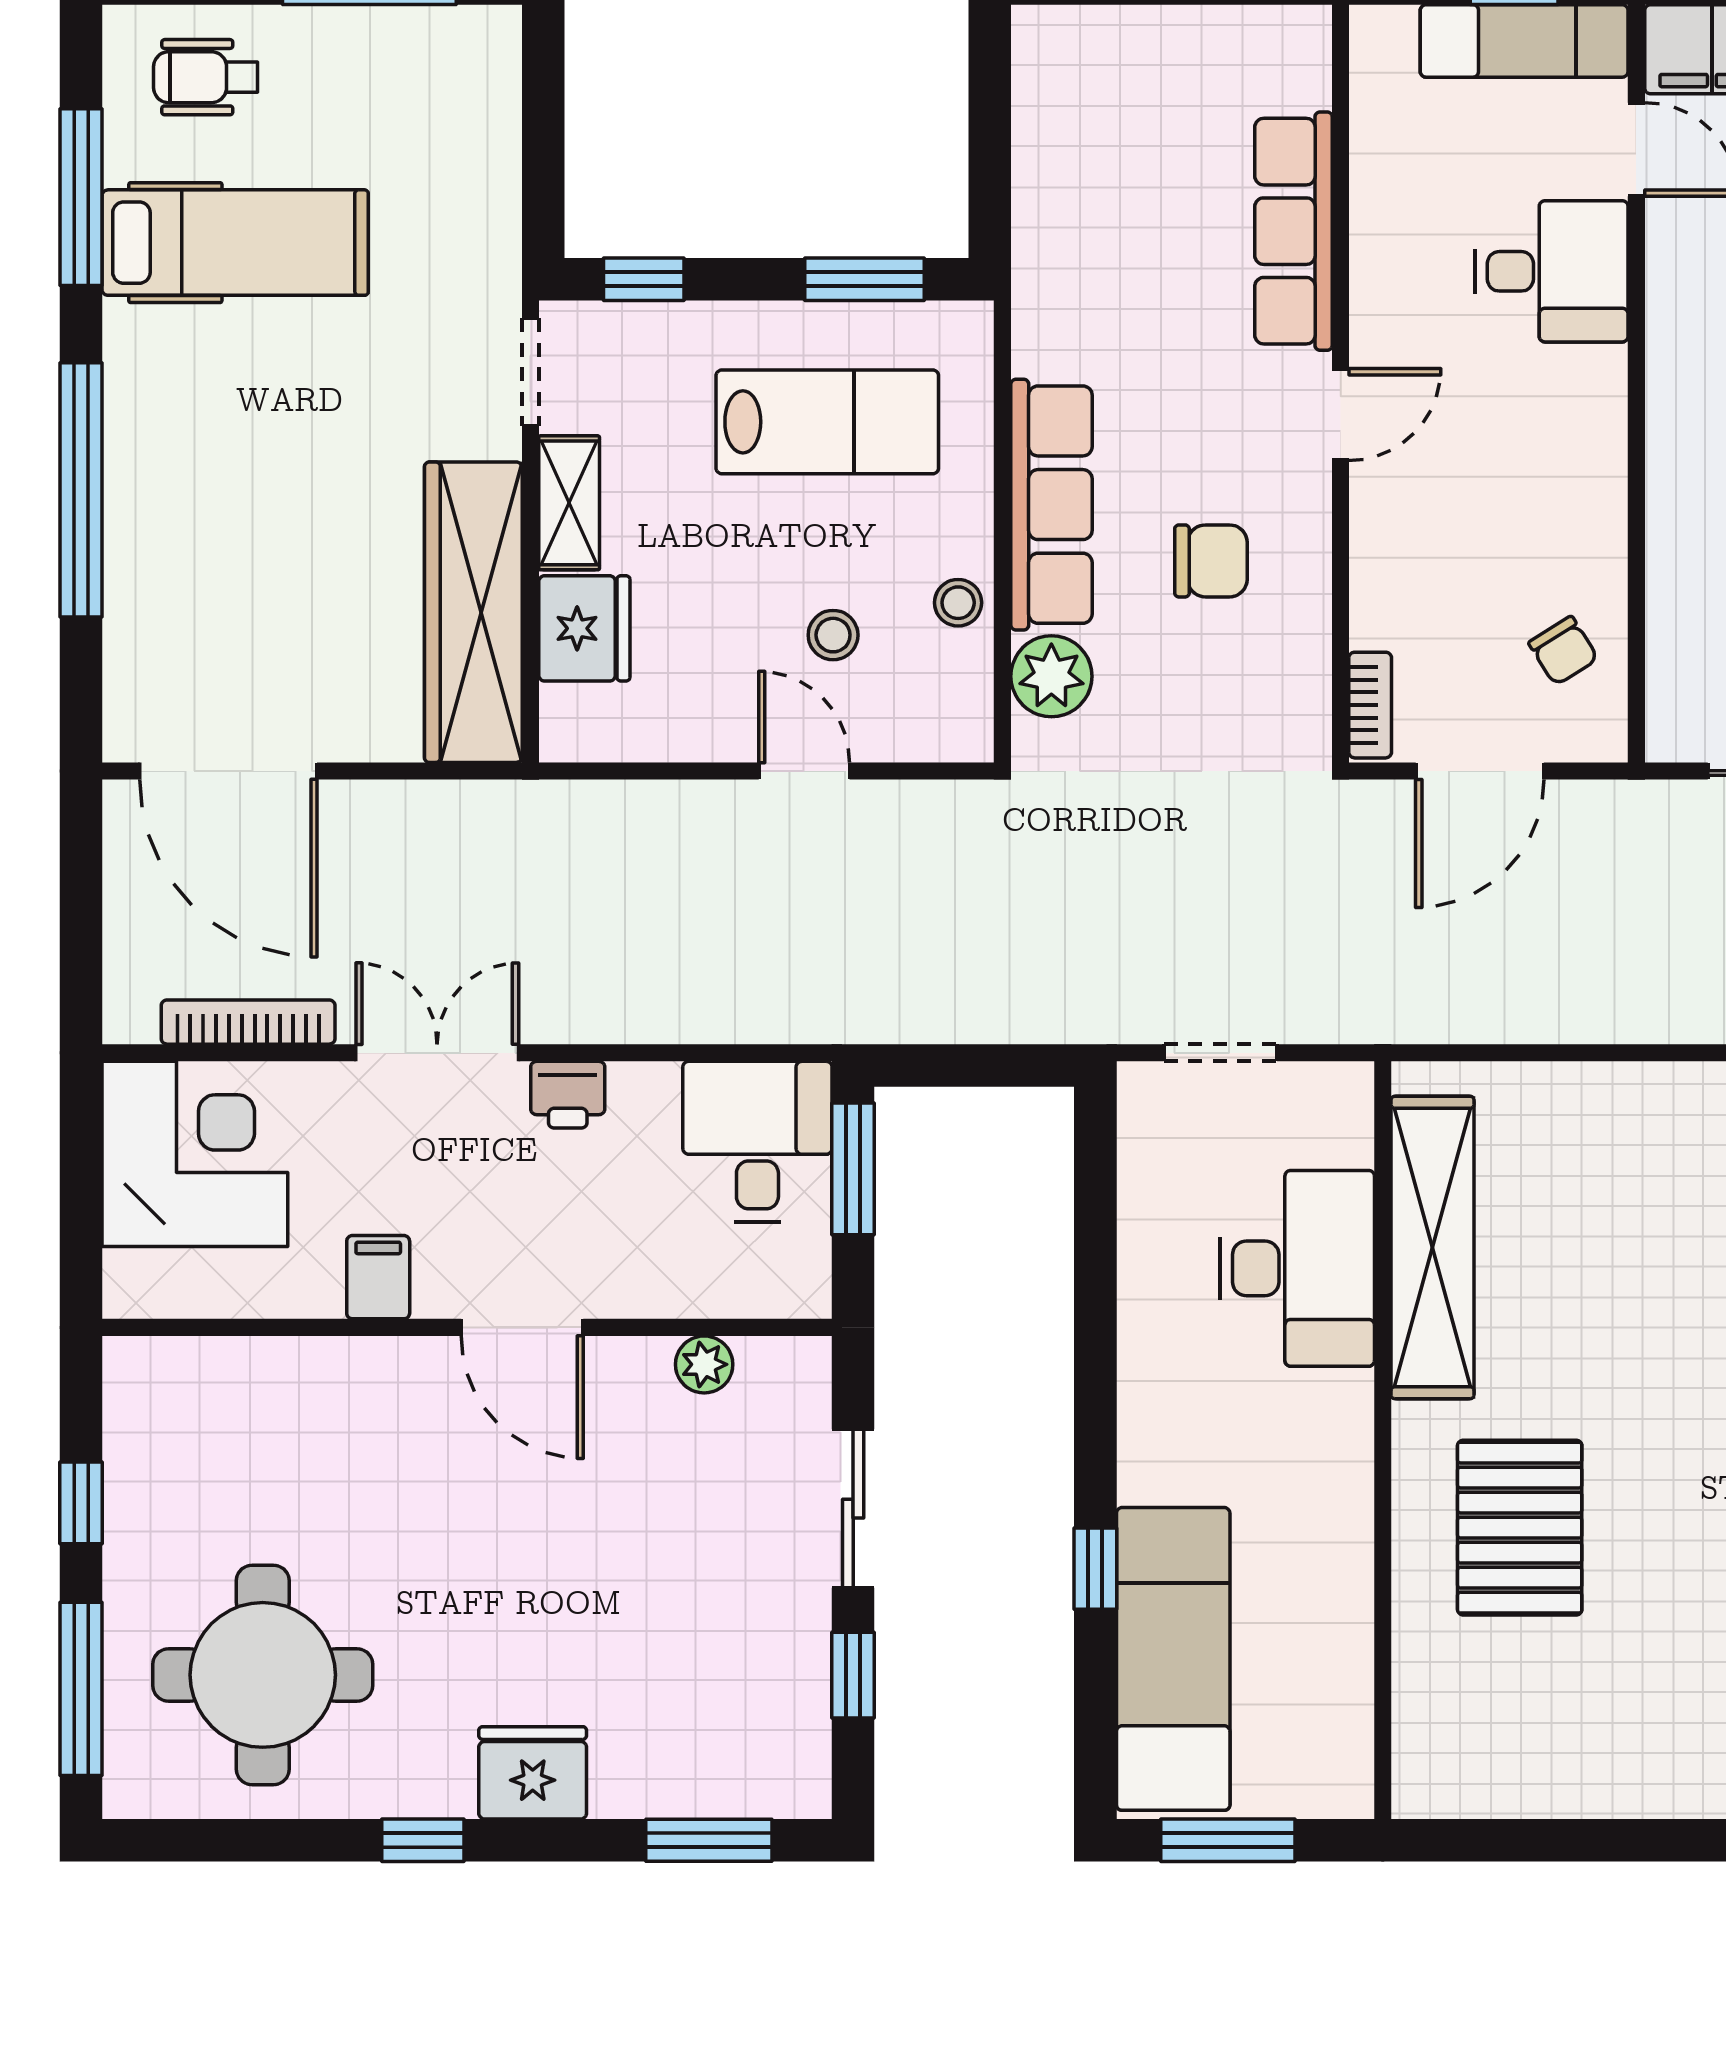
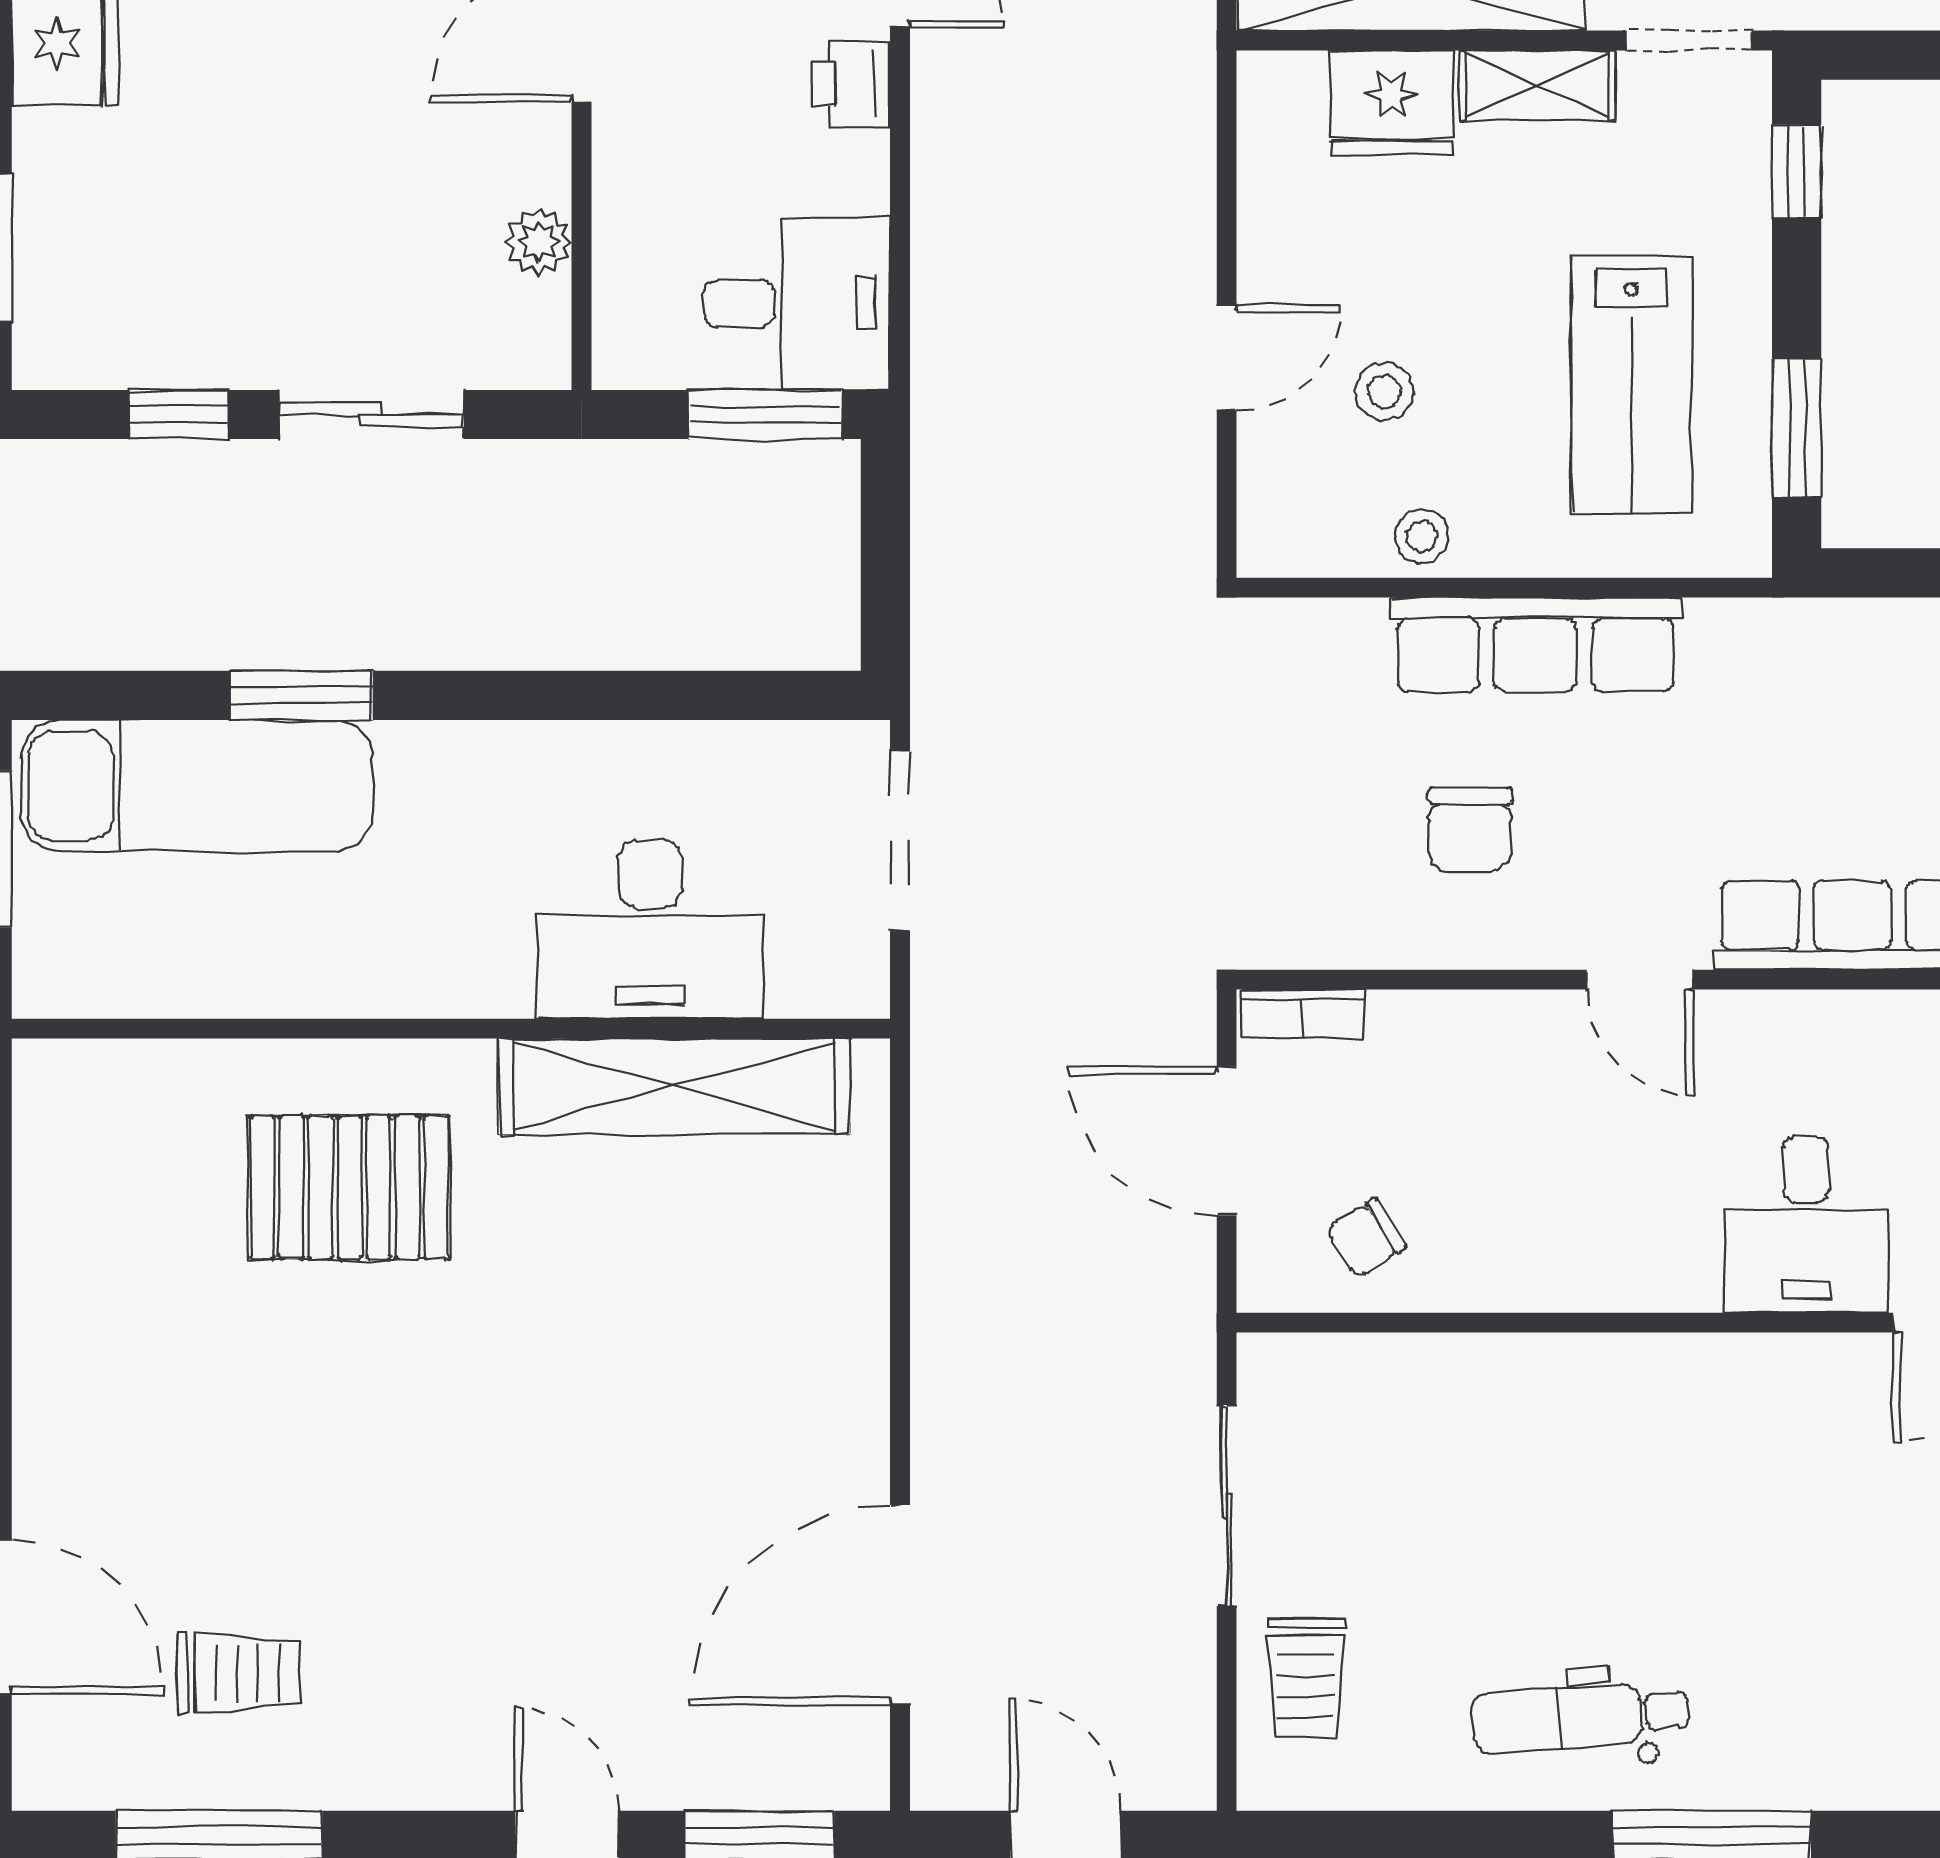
plant: (1051, 676) -> (1336, 644), removed
doorway: (1220, 1053) -> (900, 840), width x1.38
window: (1095, 1569) -> (302, 695), width x1.50

